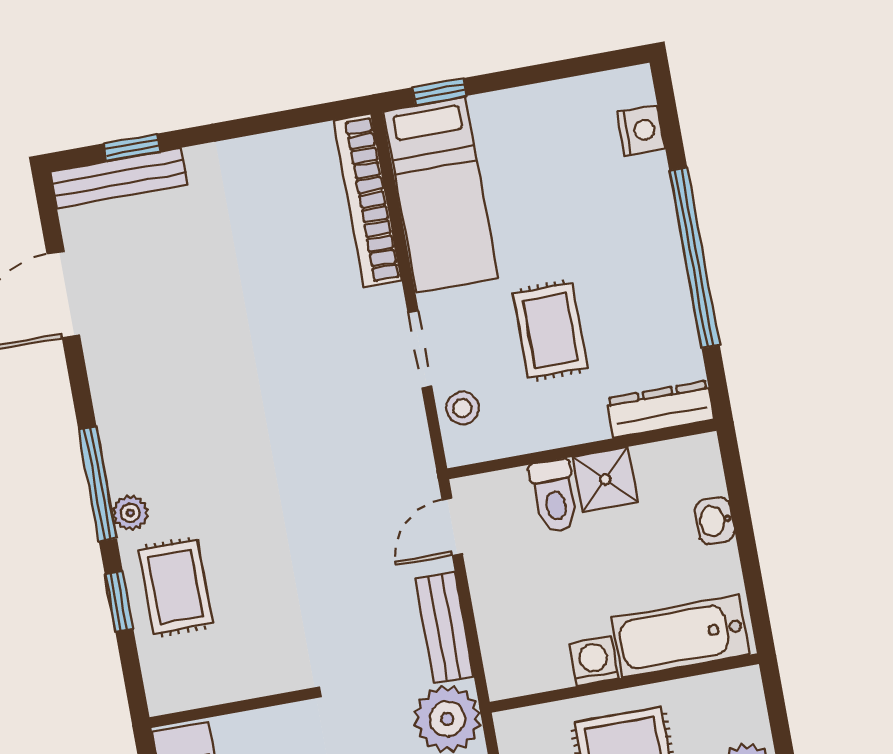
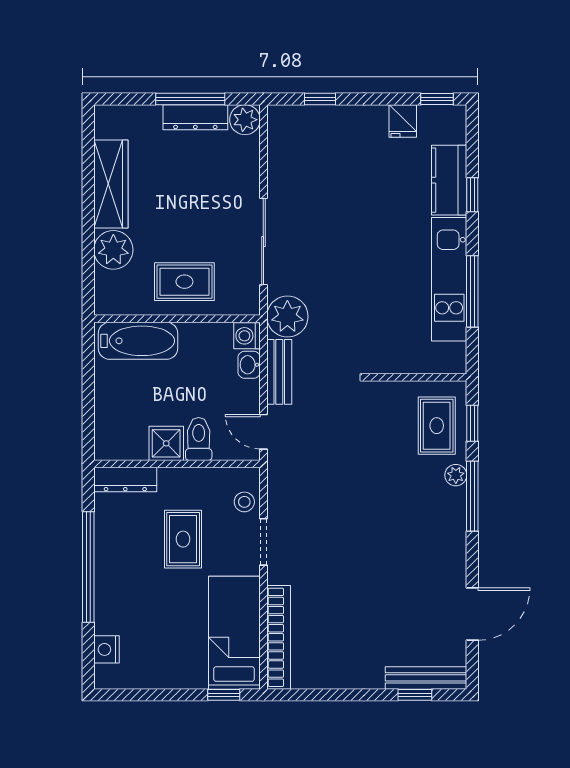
washbasin: (715, 521) -> (249, 365), moved, turned 180
door: (452, 527) -> (263, 432), swing flipped
washing machine: (594, 661) -> (247, 336), moved, turned 90
wall: (230, 708) -> (417, 377), moved

